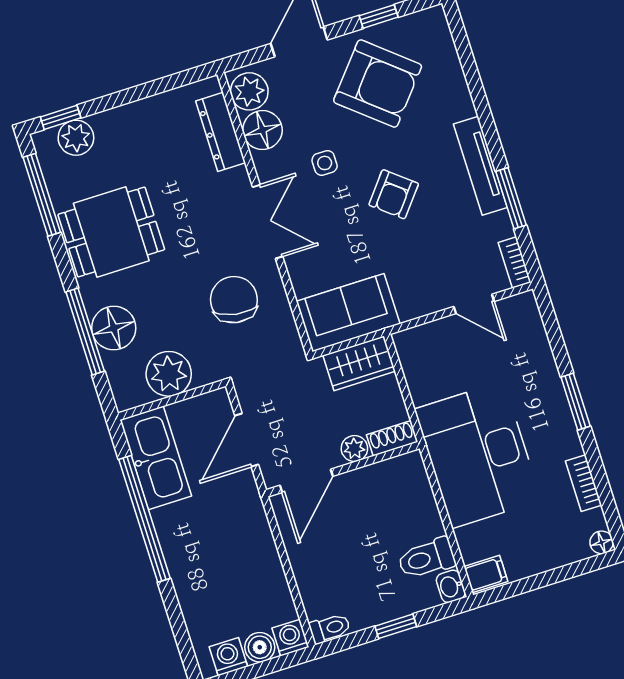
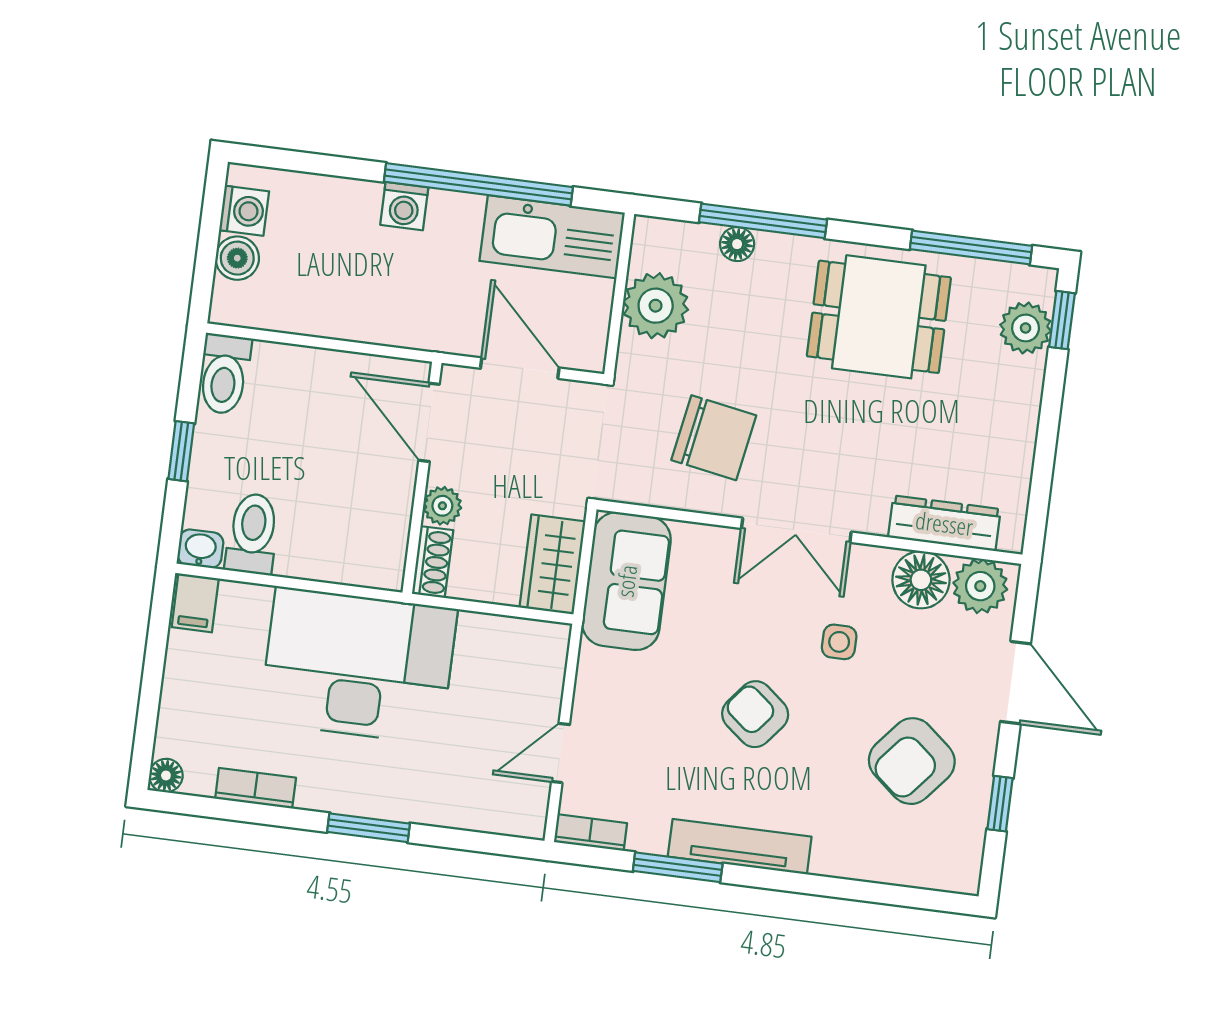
armchair: (378, 84) -> (912, 761), width x0.73, depth x0.73
dining table: (111, 232) -> (879, 317), turned 90
floor lamp: (114, 328) -> (737, 244), width x0.53, depth x0.53
toilet: (330, 628) -> (224, 374), width x1.37, depth x1.39
washing machine: (290, 638) -> (404, 206), moved, turned 90

